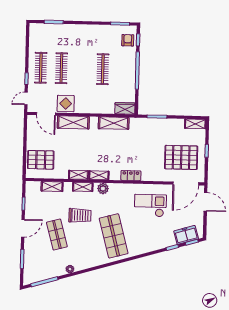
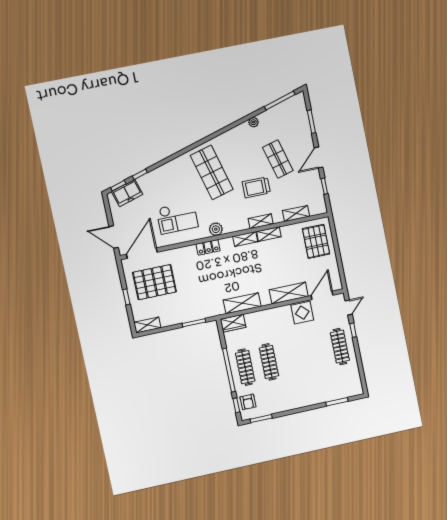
clothes rail: (61, 68) -> (245, 367), moved
door: (46, 114) -> (322, 295), hinge flipped
pallet: (41, 160) -> (316, 241), turned 90
plant: (103, 189) -> (216, 229), moved

